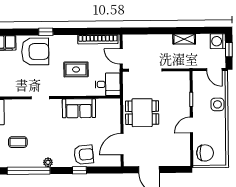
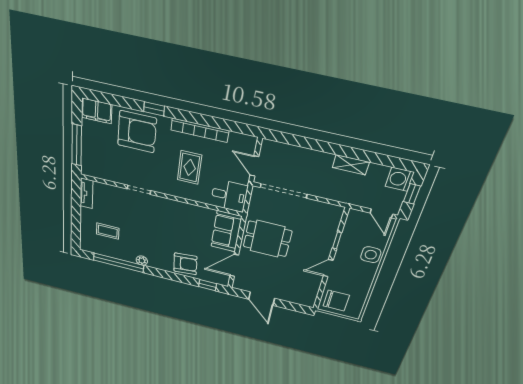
bookcase: (98, 39) -> (200, 130), moved
rug: (76, 69) -> (190, 168), turned 90
sofa: (79, 108) -> (226, 231), moved, turned 90
window: (79, 170) -> (208, 285), moved

